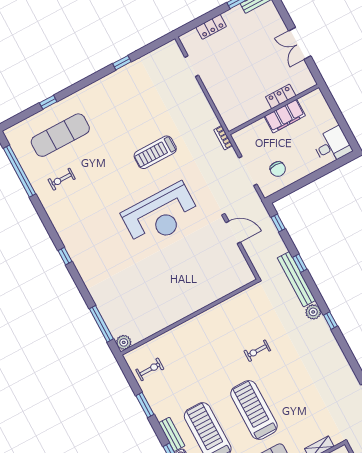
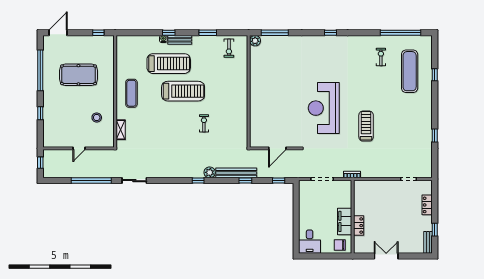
chair: (278, 169) -> (340, 245), moved
door: (233, 232) -> (277, 148), moved
treadmill: (254, 410) -> (183, 91), moved

